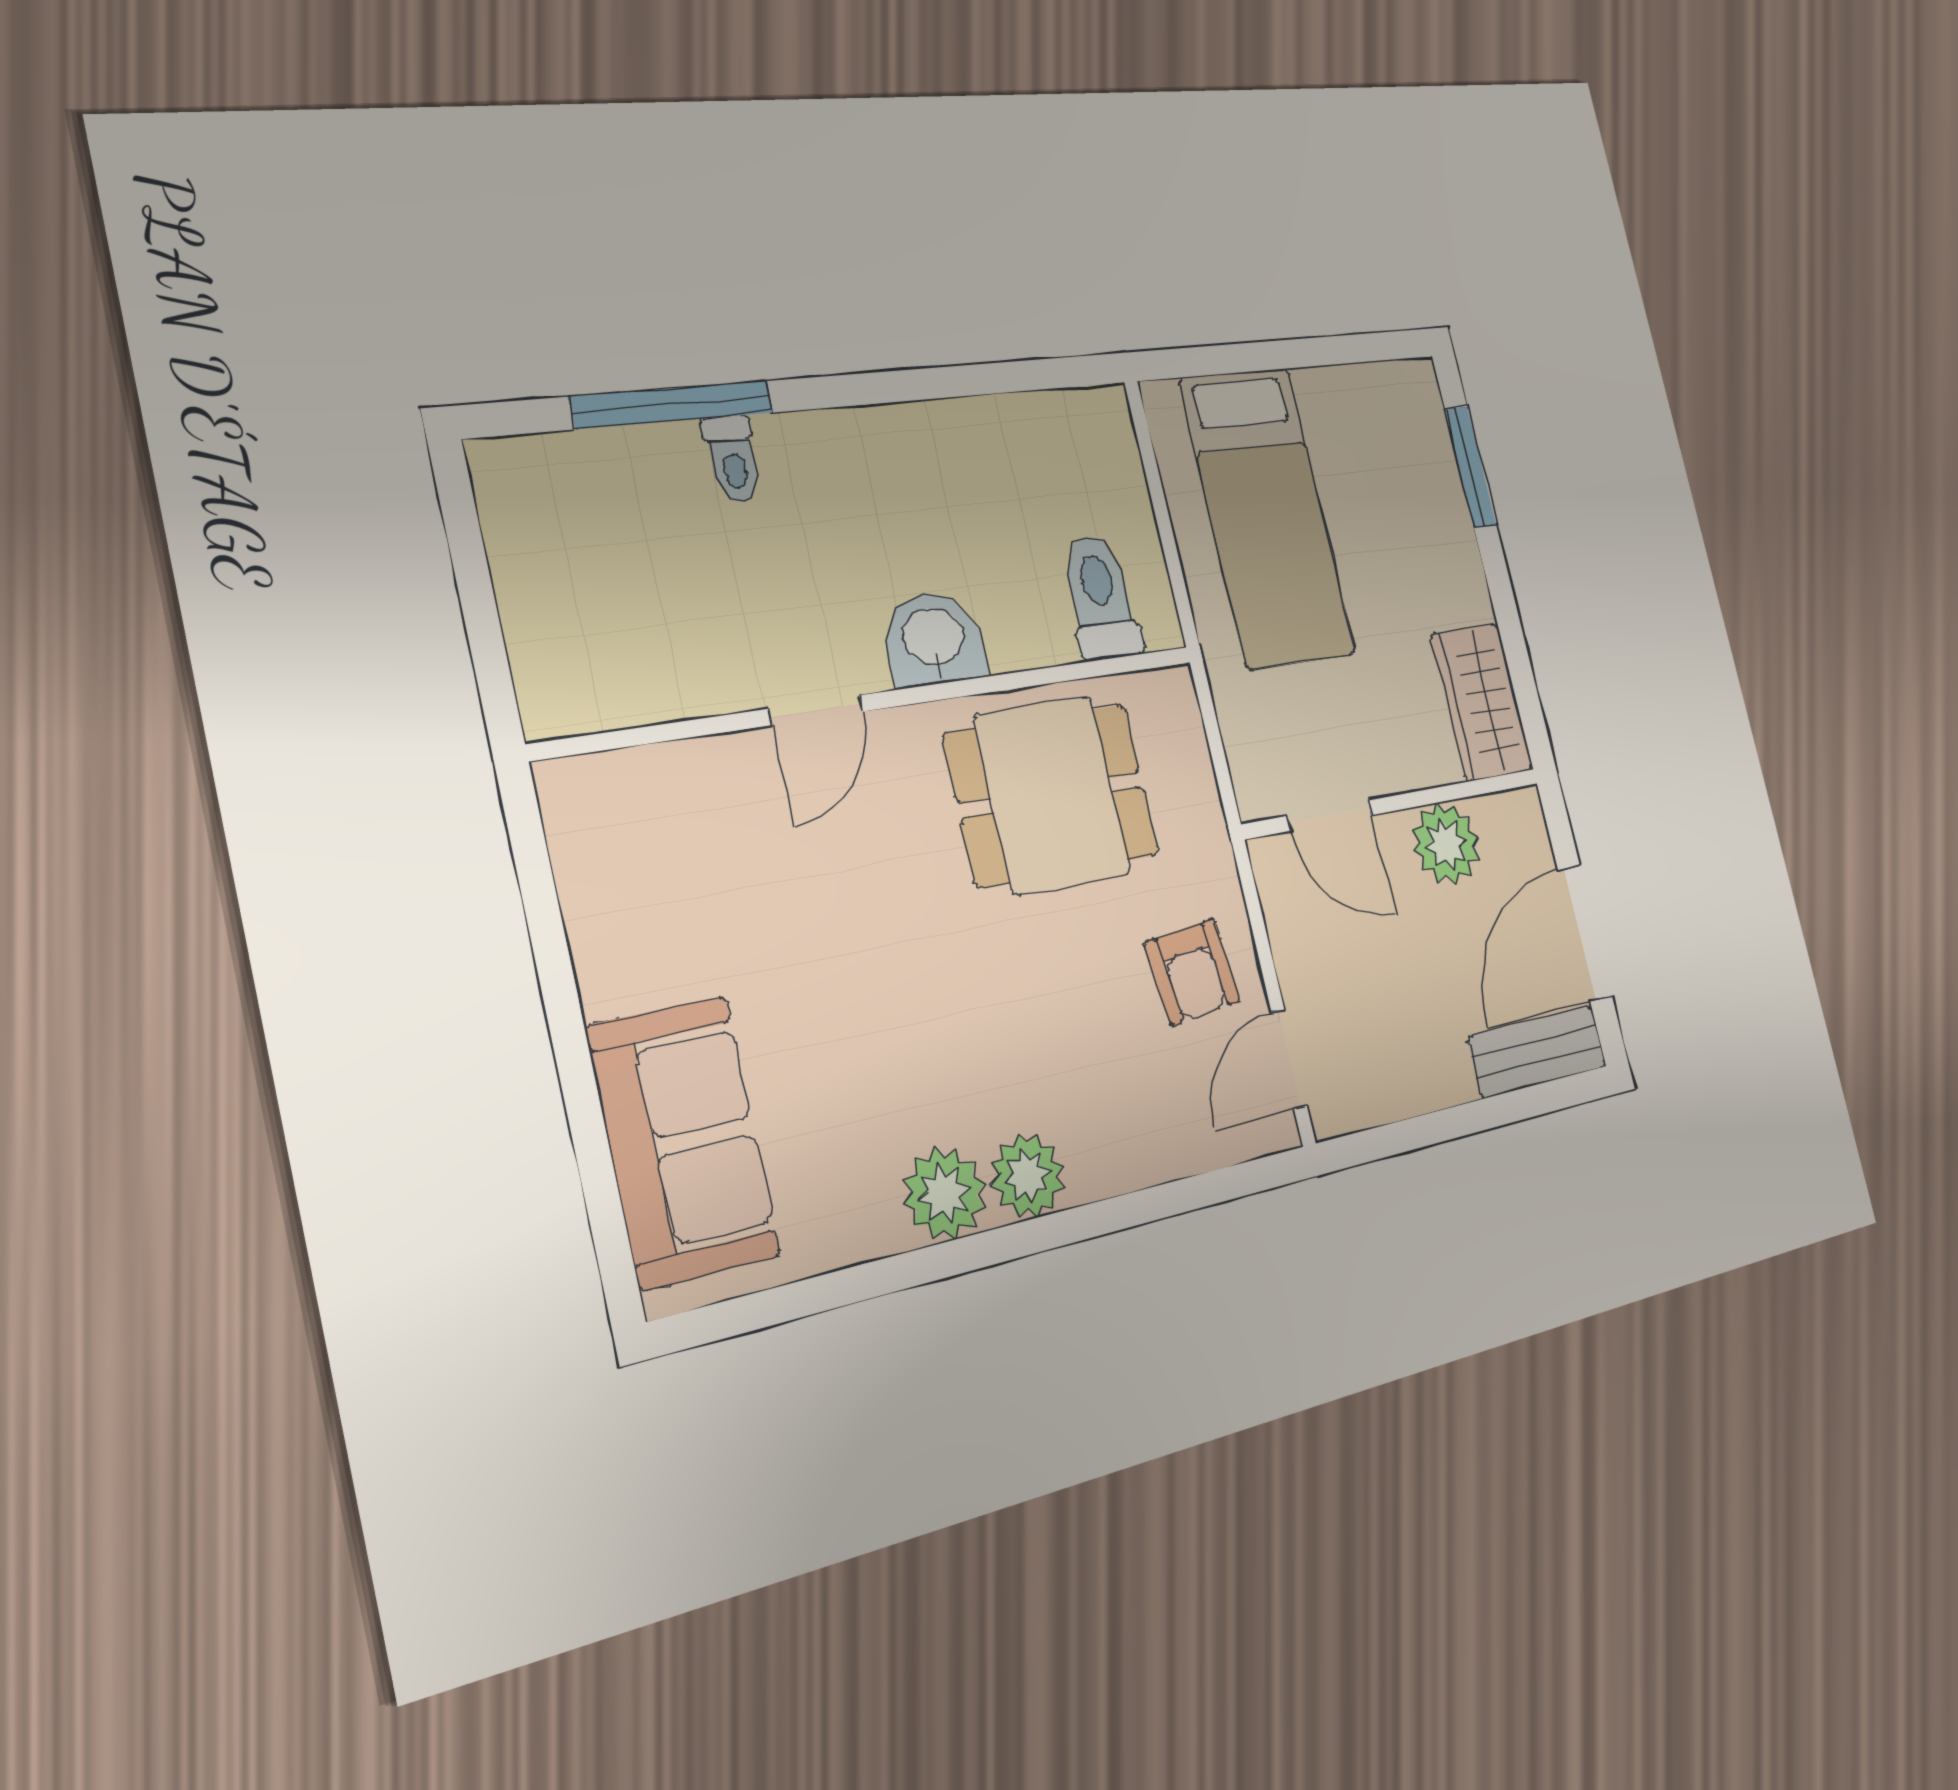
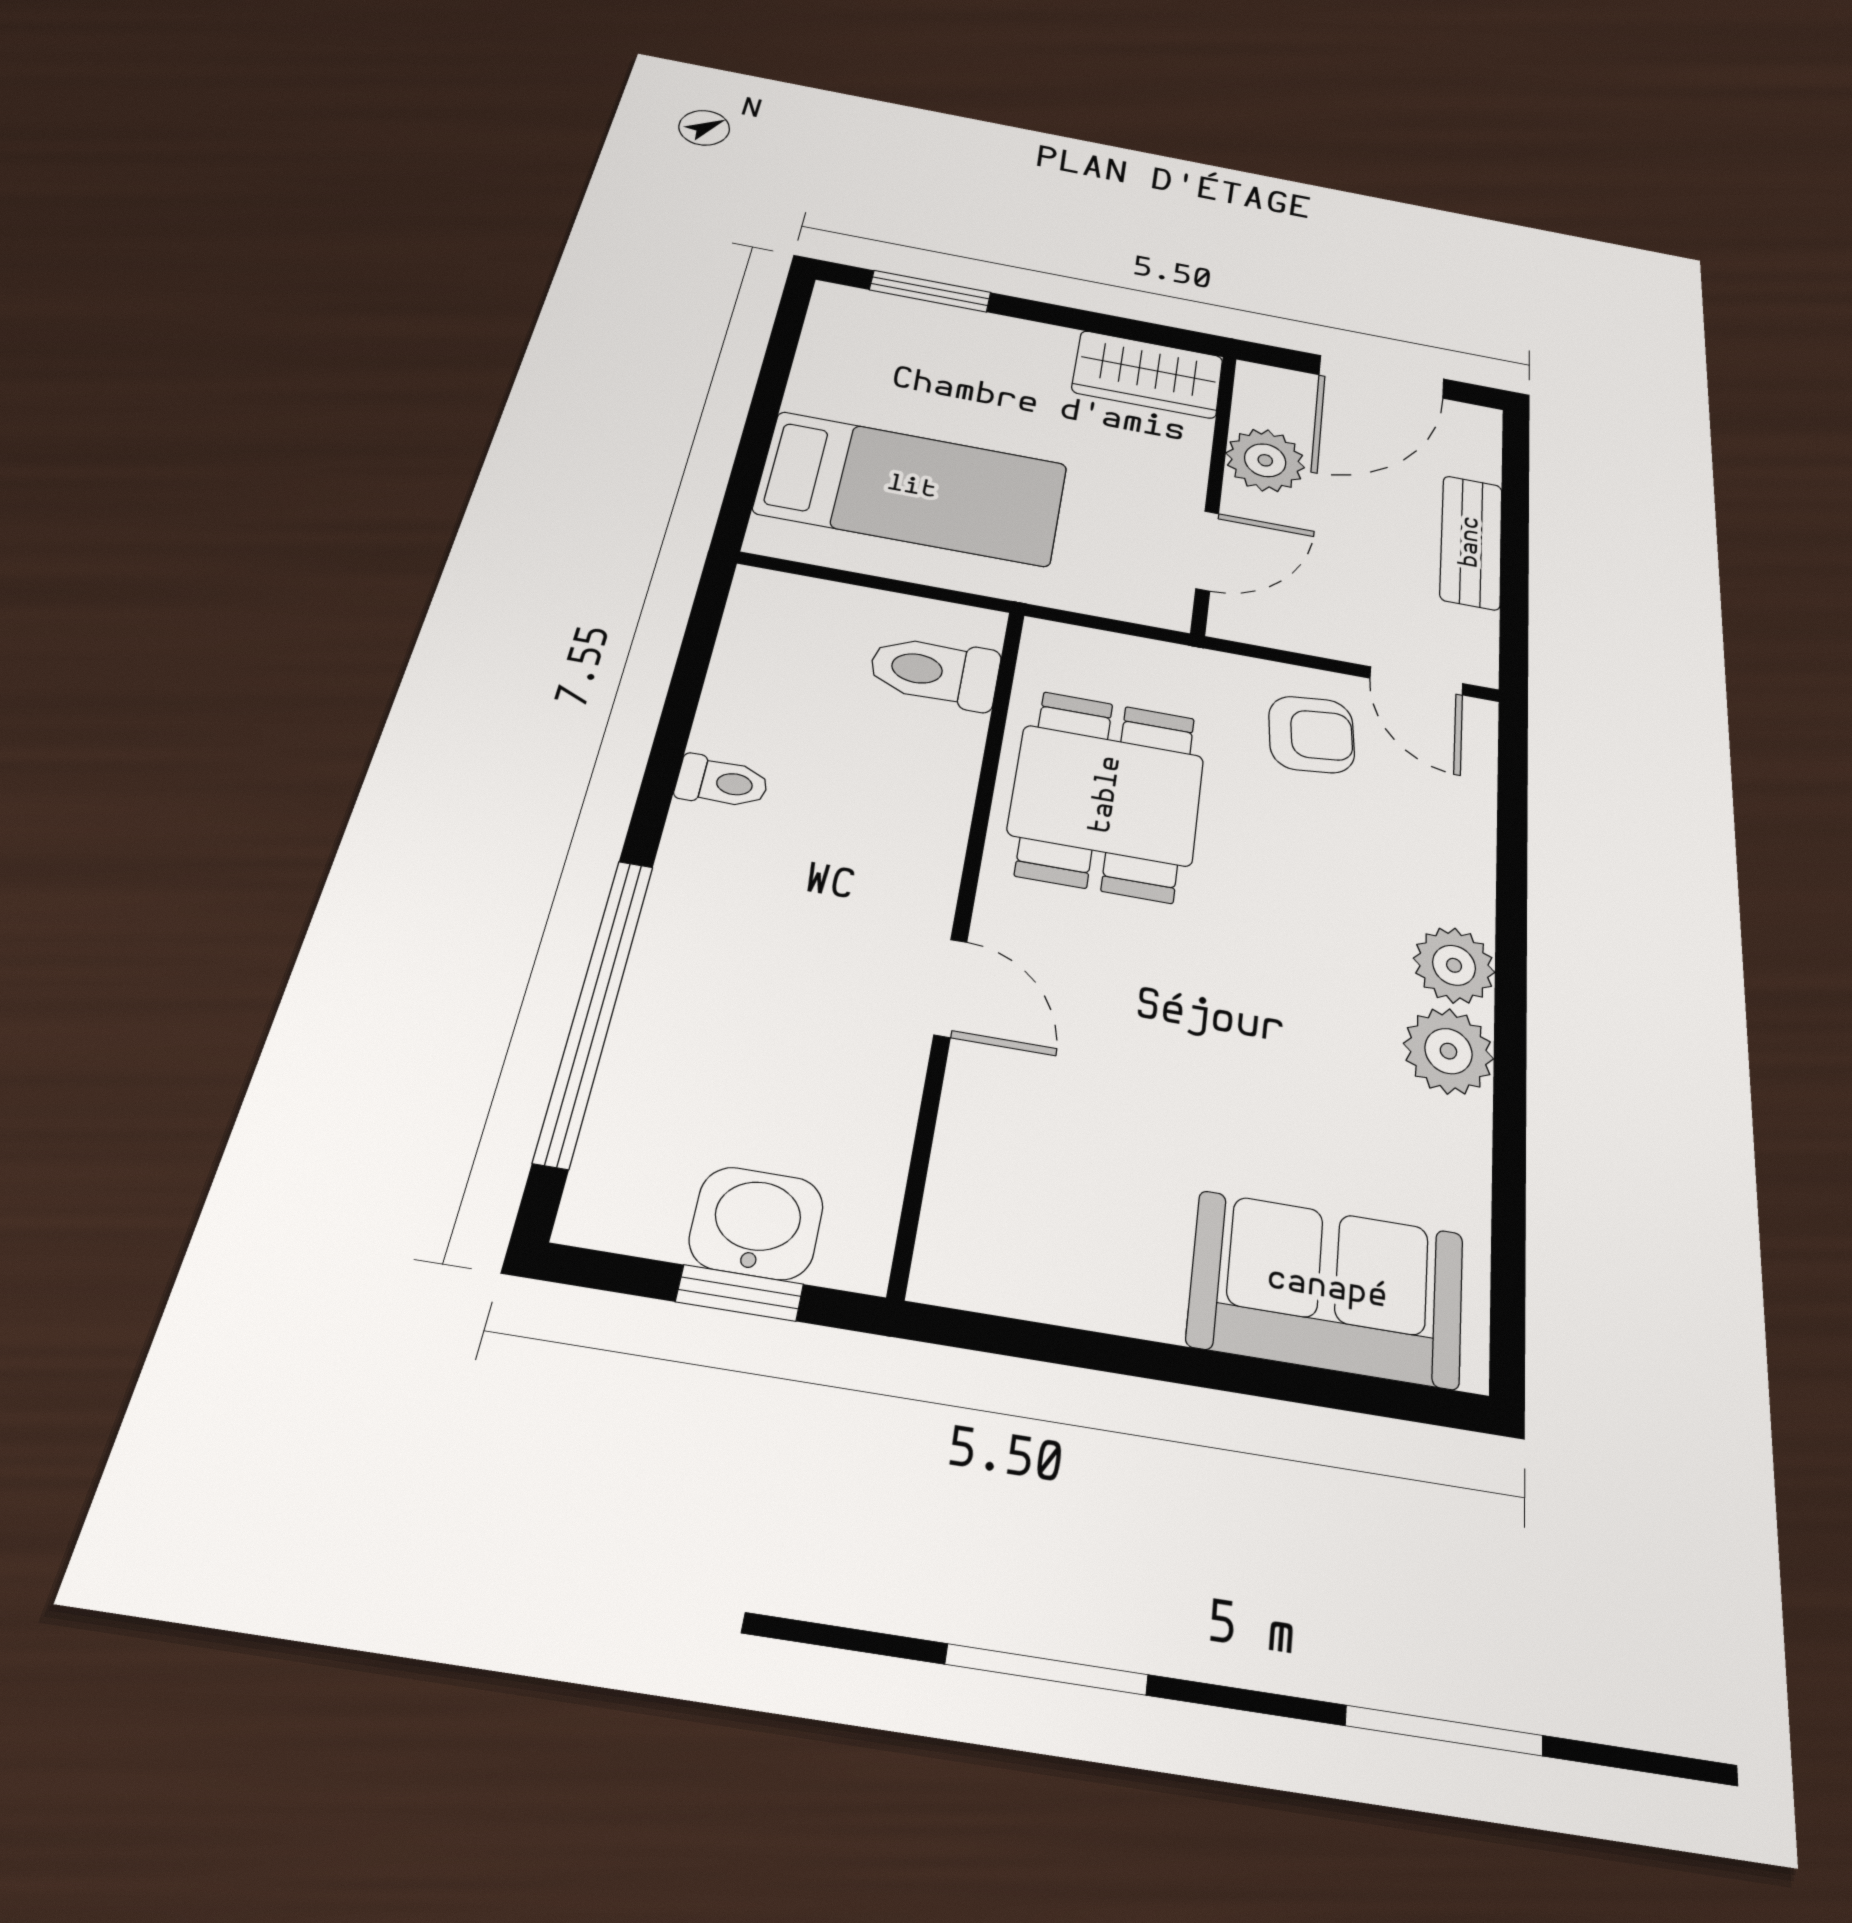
window: (672, 405) -> (595, 1009), width x1.46
toilet: (733, 459) -> (722, 782), moved
window: (481, 616) -> (740, 1293), added
washbasin: (934, 639) -> (756, 1223), moved, turned 90
door: (1585, 933) -> (1382, 377), hinge flipped
bench: (1537, 1052) -> (1471, 542), moved

